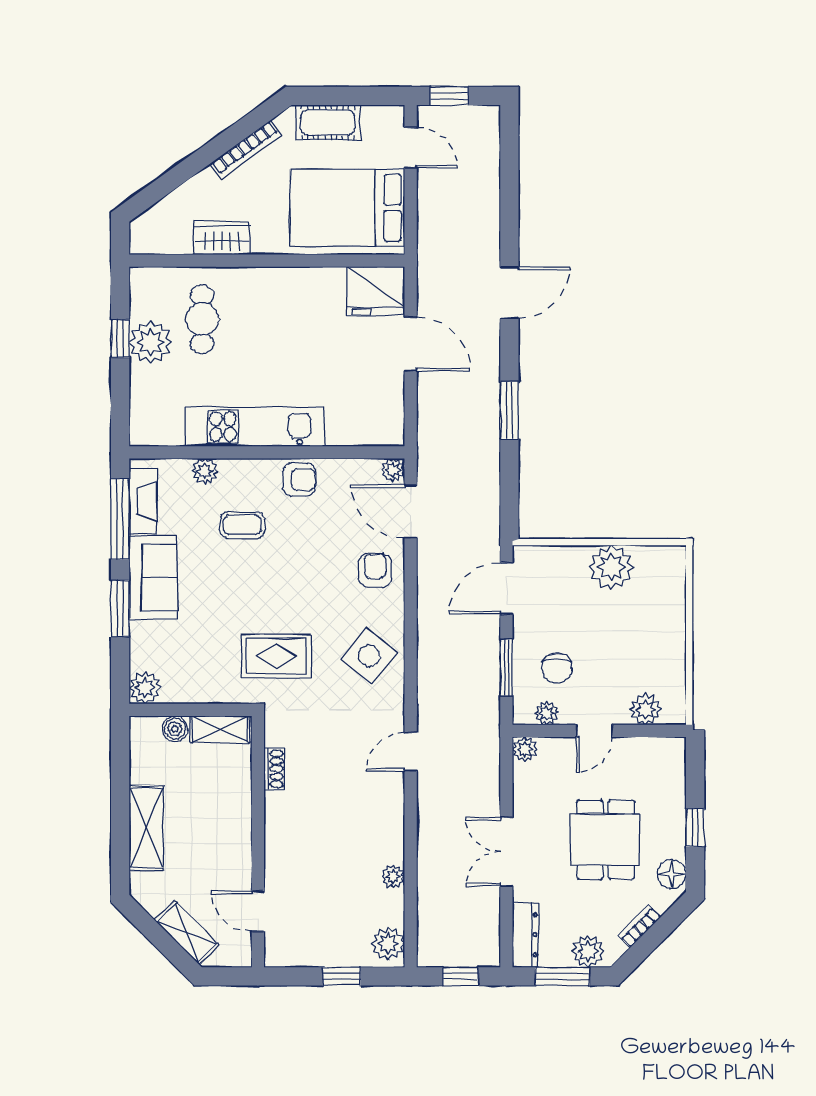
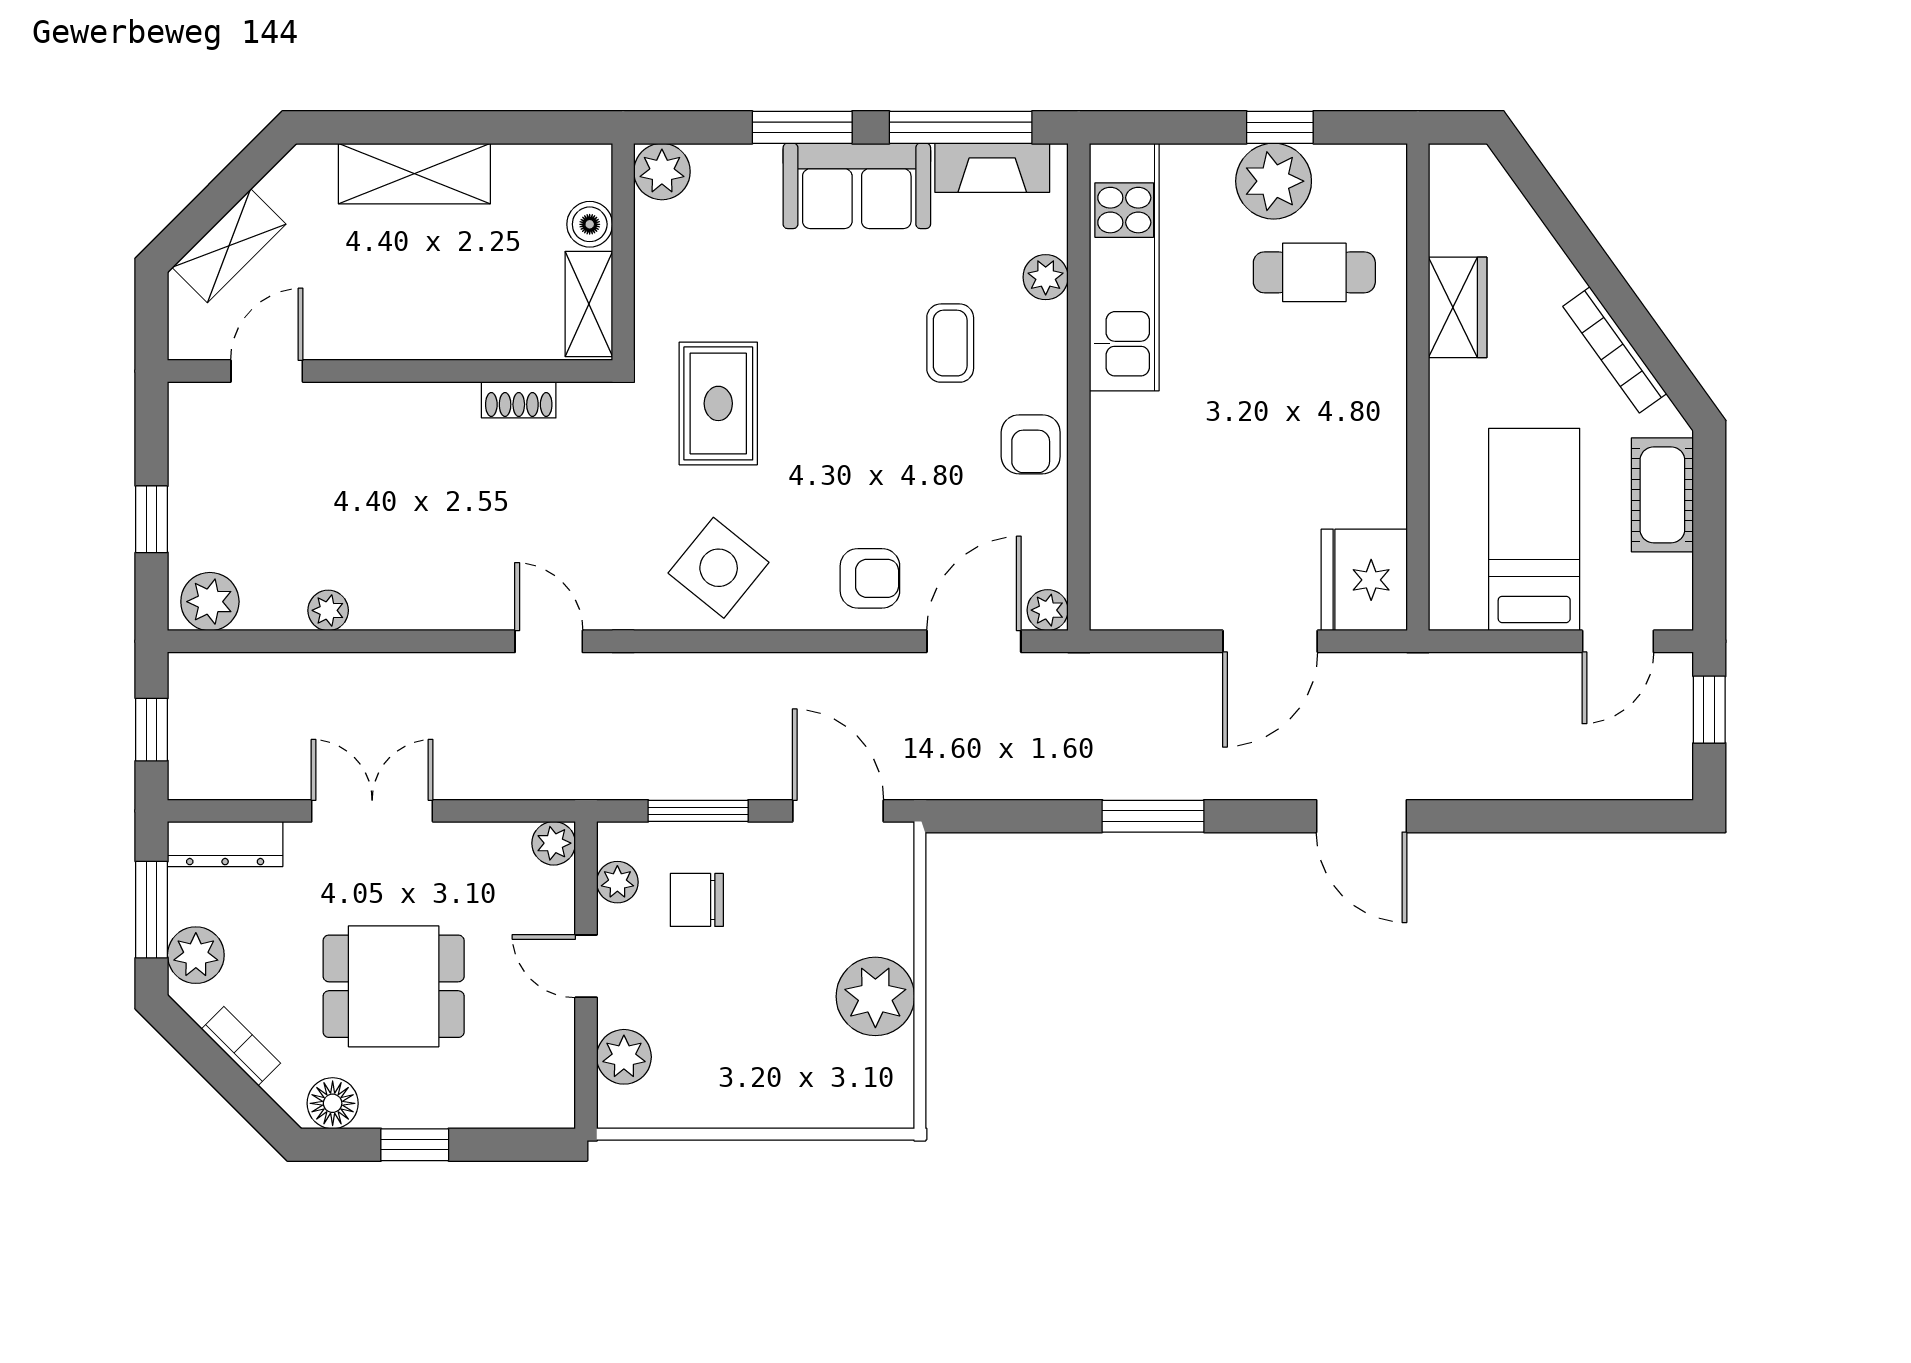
bed: (347, 208) -> (1534, 530), width x0.67
kitchen unit: (255, 427) -> (1124, 267), moved

